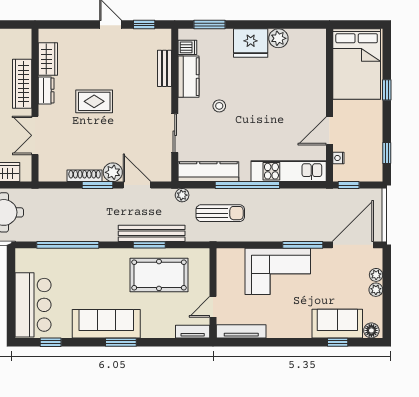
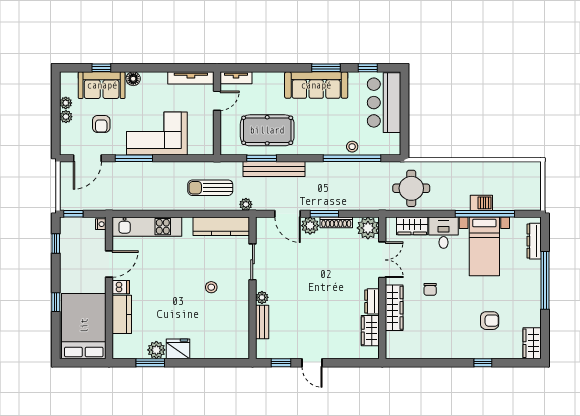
window: (210, 25) -> (150, 363), moved
fridge: (251, 43) -> (178, 349), width x0.73, depth x0.75
dishwasher: (187, 47) -> (121, 287), moved, turned 180
kitchen counter: (188, 77) -> (122, 314), moved, turned 180
plant: (165, 95) -> (262, 297), added
rug: (94, 101) -> (327, 291), removed
nightstand: (338, 158) -> (101, 224), moved
plant: (50, 170) -> (368, 228), added
window: (247, 185) -> (185, 214), removed
window: (349, 185) -> (73, 214), moved
window: (149, 245) -> (262, 158), moved
door: (353, 245) -> (87, 158), width x0.73
stool: (67, 257) -> (352, 147), added
plant: (376, 275) -> (66, 103), moved
armchair: (338, 282) -> (101, 124), added
floor lamp: (371, 330) -> (133, 79), moved
window: (121, 342) -> (326, 68), moved

